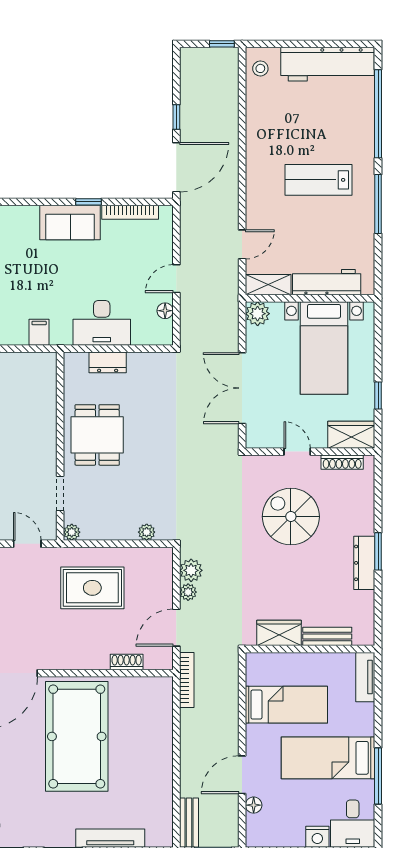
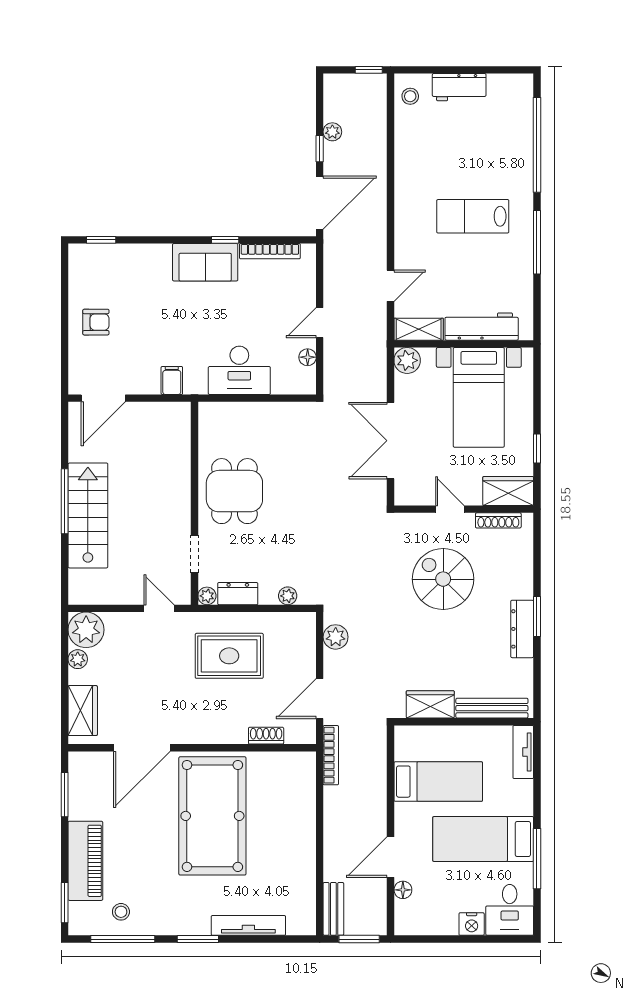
workbench: (328, 64) -> (459, 87), width x0.53, depth x0.76
dresser: (108, 362) -> (238, 594), moved, turned 180
plant: (188, 592) -> (332, 132), moved
bench: (327, 636) -> (492, 708), width x1.36

